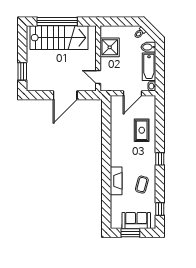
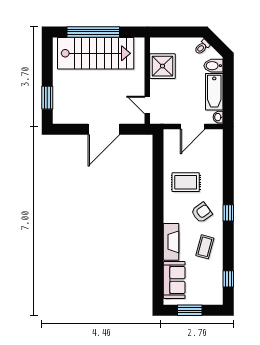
rug: (142, 130) -> (186, 182), moved, turned 90
armchair: (139, 159) -> (202, 212), added
sofa: (136, 220) -> (174, 280), moved, turned 90

